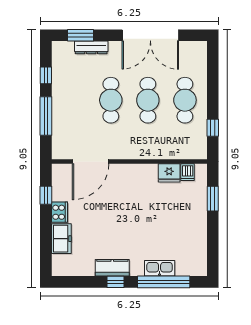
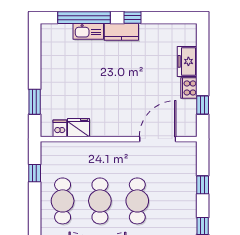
window: (46, 116) -> (203, 185), width x0.46
kitchen counter: (112, 268) -> (121, 32), moved

